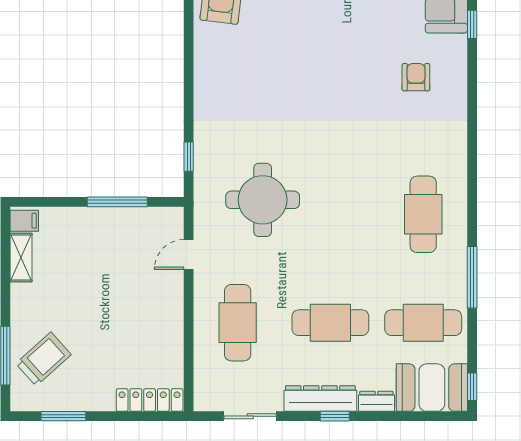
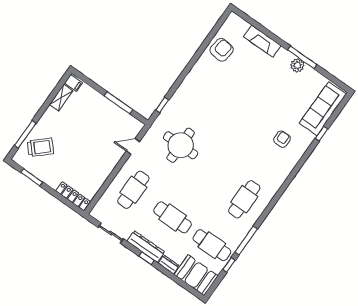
window: (472, 387) -> (229, 265), moved

